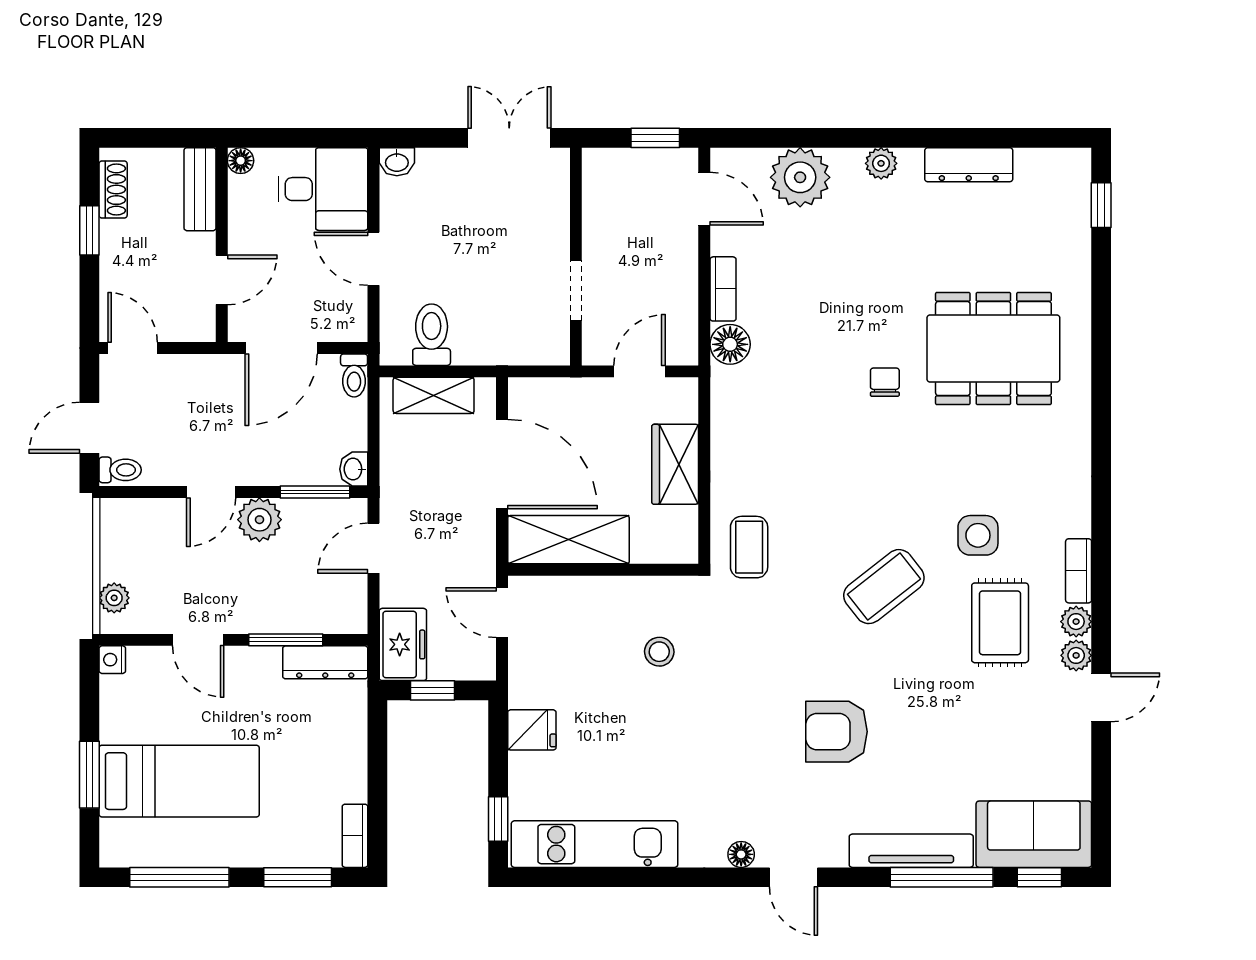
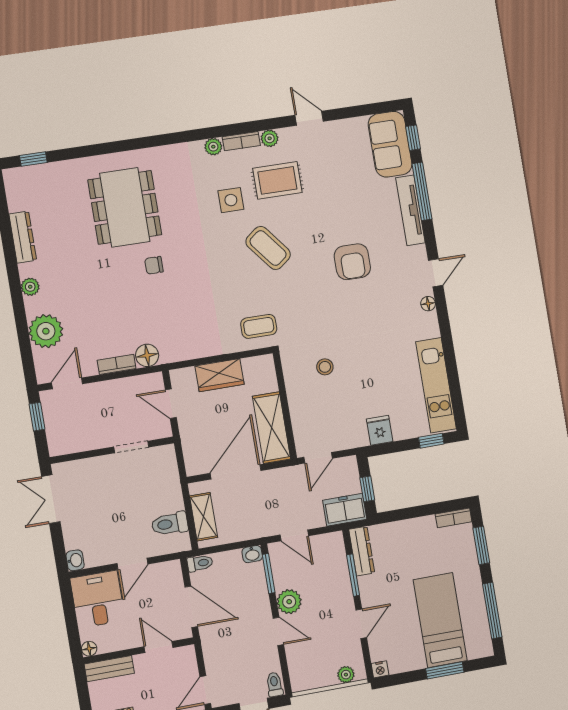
plant: (1076, 655) -> (213, 147), moved

